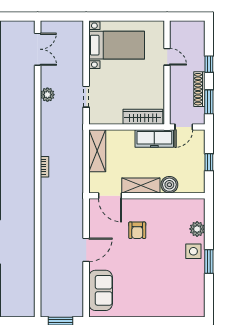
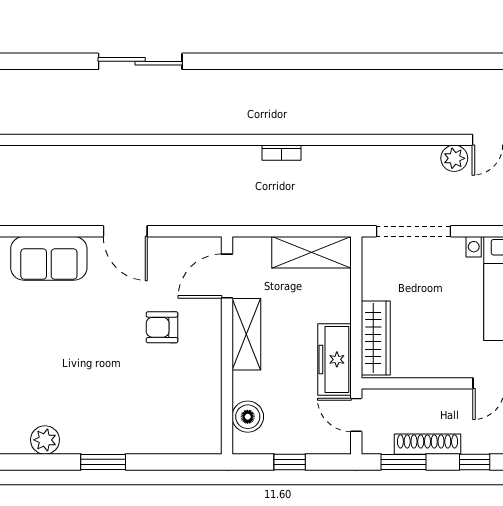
plant: (47, 95) -> (454, 158), moved
doorway: (86, 97) -> (413, 231), width x1.88
boiler: (169, 185) -> (248, 417), moved
plant: (197, 229) -> (45, 440), moved
side table: (193, 251) -> (122, 433), removed

